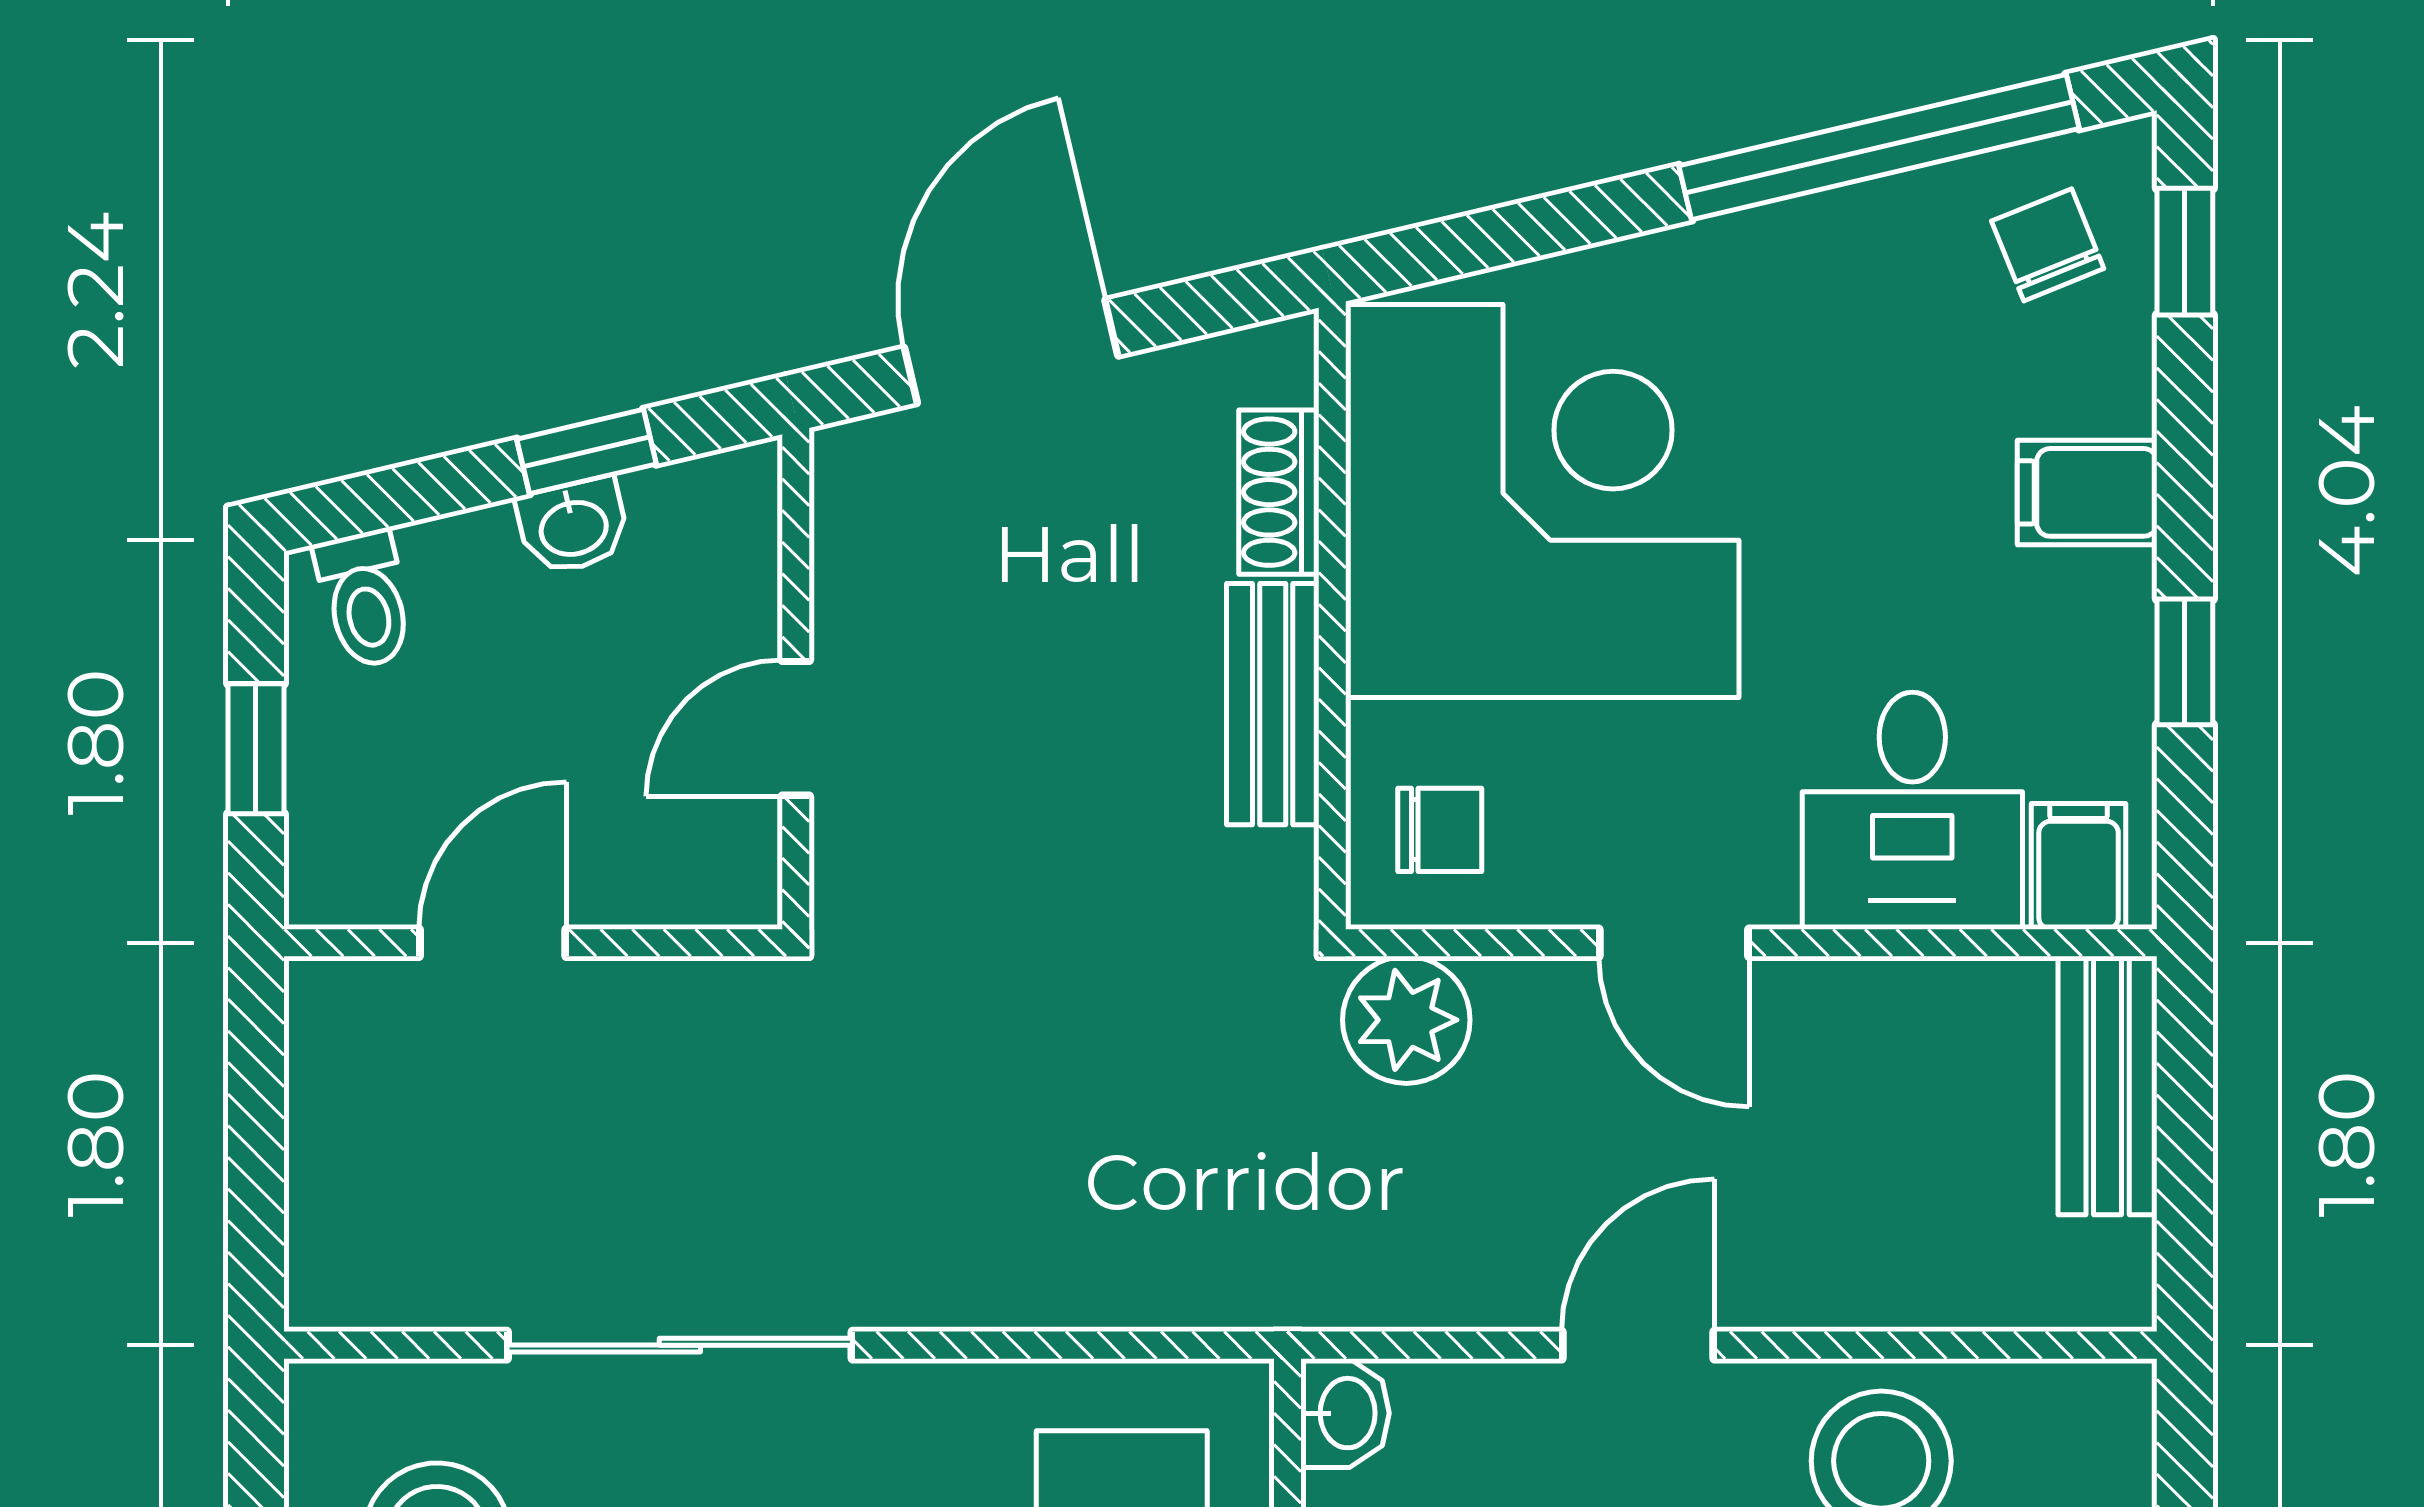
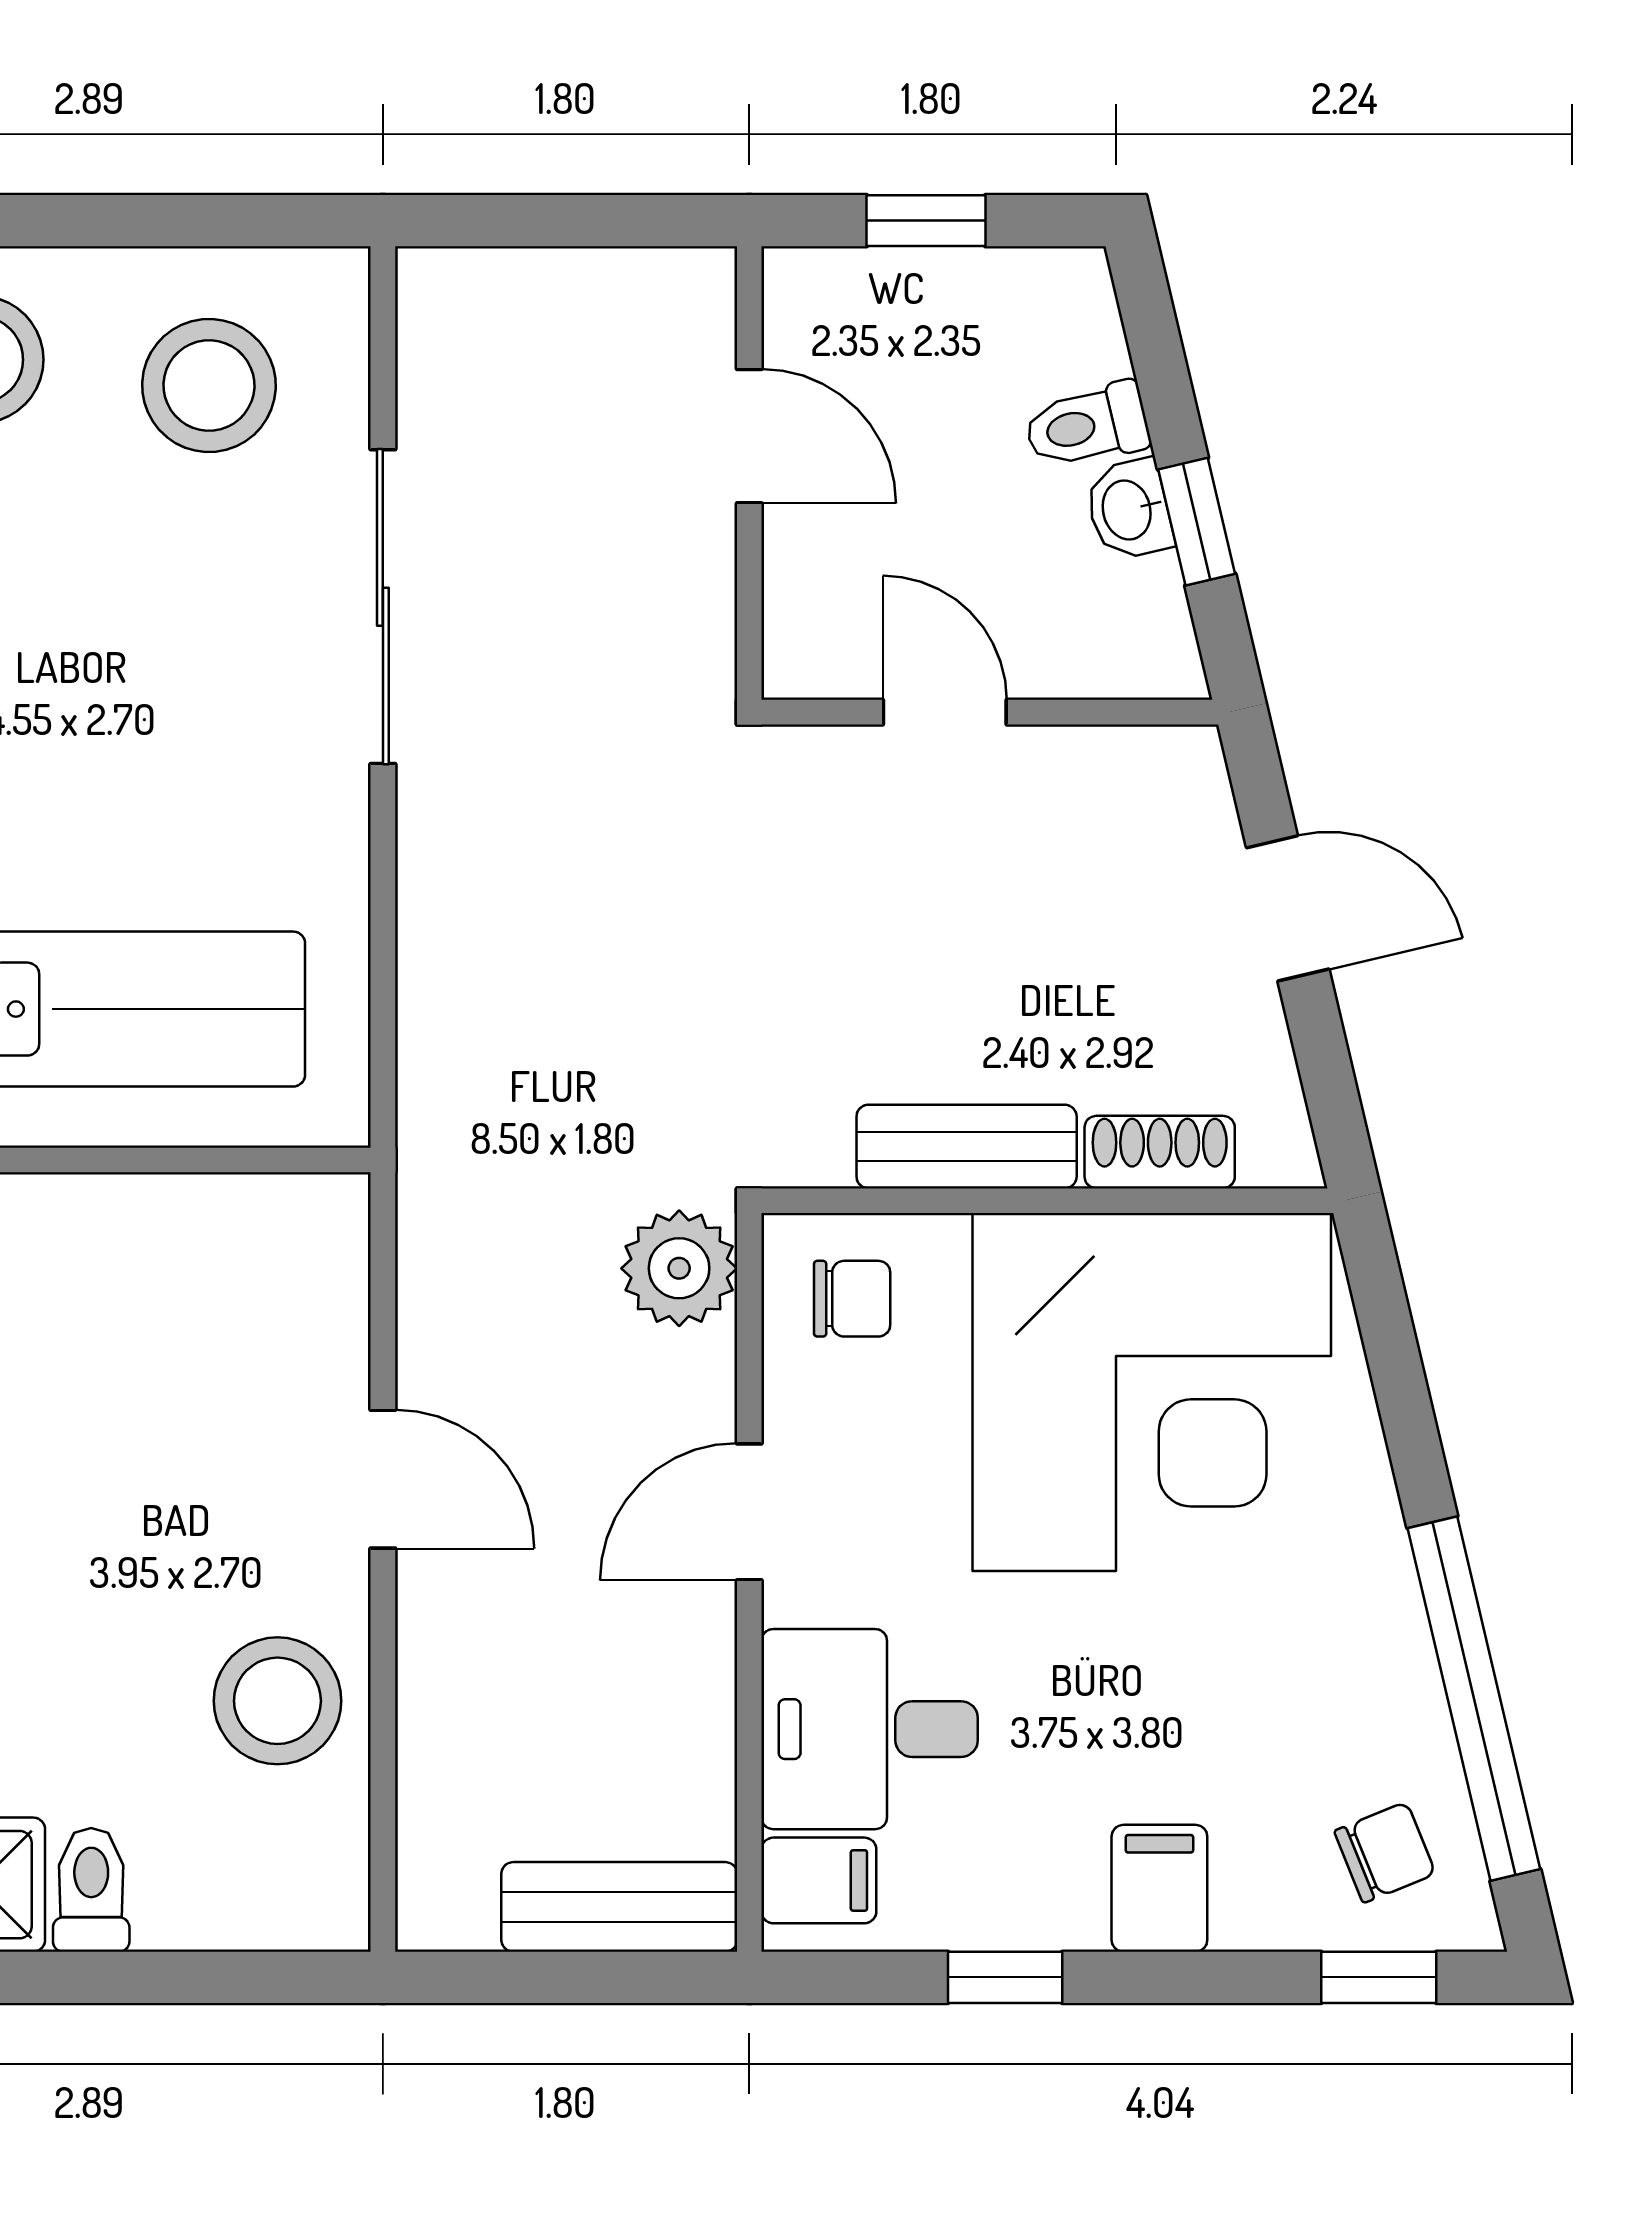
door: (1011, 352) -> (1288, 908), width x0.73
toilet: (365, 599) -> (1087, 426), moved
chair: (1440, 830) -> (852, 1299), turned -90
washbasin: (1345, 1413) -> (321, 1212), removed

